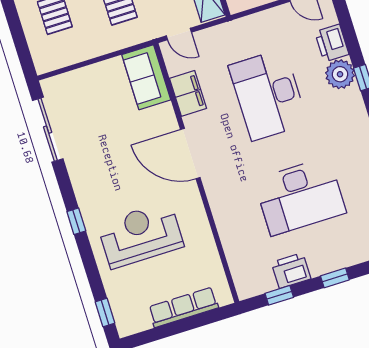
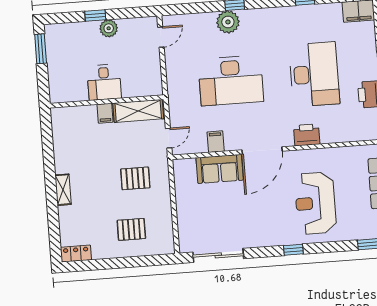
printer: (332, 43) -> (307, 135), moved, turned 180
sofa: (146, 77) -> (220, 169), moved
filing cabinet: (188, 93) -> (216, 142), width x0.50

